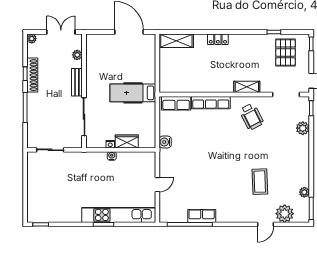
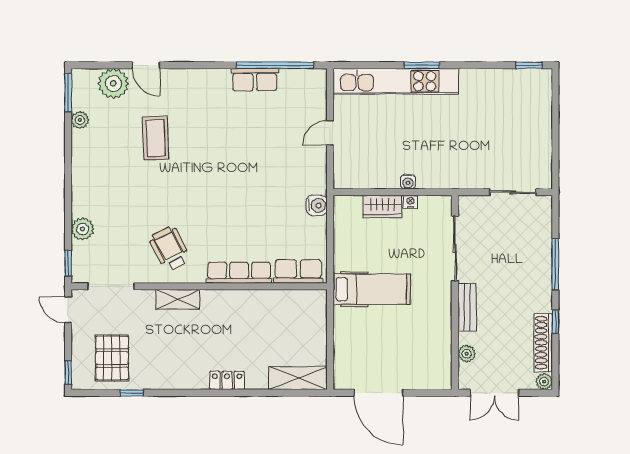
shoe rack: (32, 75) -> (543, 343), moved
door: (265, 224) -> (146, 65), swing flipped

